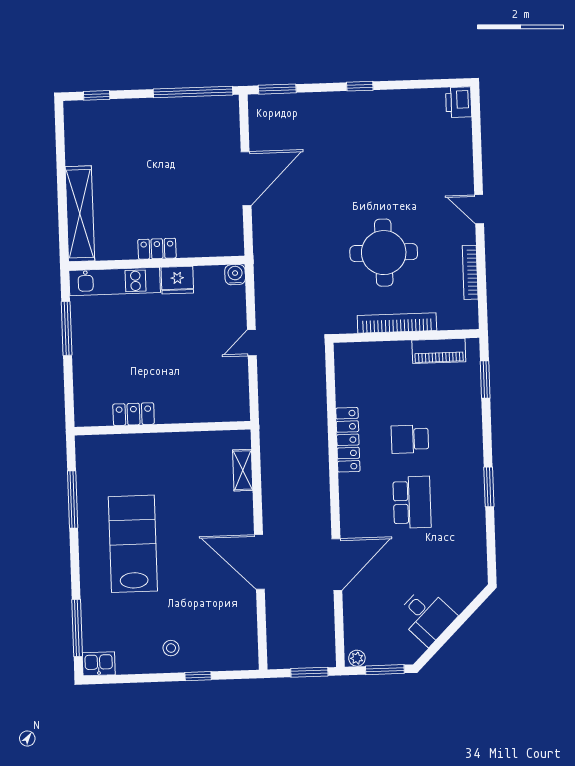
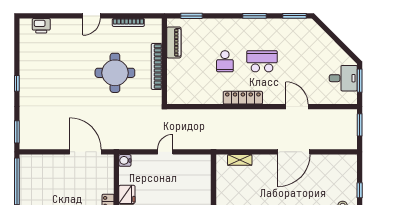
printer: (459, 102) -> (41, 26), moved
door: (246, 179) -> (85, 152), moved
door: (252, 343) -> (165, 152), swing flipped
locker: (348, 440) -> (243, 98), moved
window: (491, 555) -> (295, 16), added
door: (337, 565) -> (297, 107), width x0.73
desk: (426, 616) -> (343, 78), moved, turned 45
plant: (357, 658) -> (352, 97), removed

